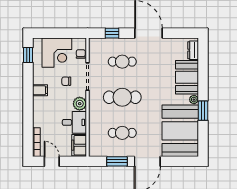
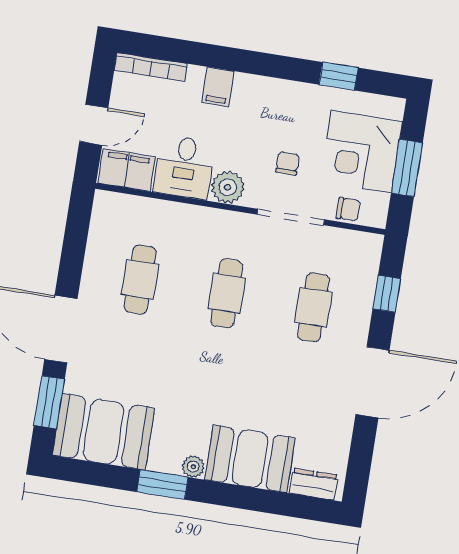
window: (60, 33) -> (407, 168), added
window: (28, 55) -> (339, 76), moved
filing cabinet: (40, 90) -> (218, 87), moved
cafe table: (122, 97) -> (227, 293), width x0.73, depth x0.74
booth: (180, 131) -> (104, 432), width x0.73, depth x0.70
door: (52, 161) -> (94, 125), moved
window: (117, 161) -> (49, 402), moved

